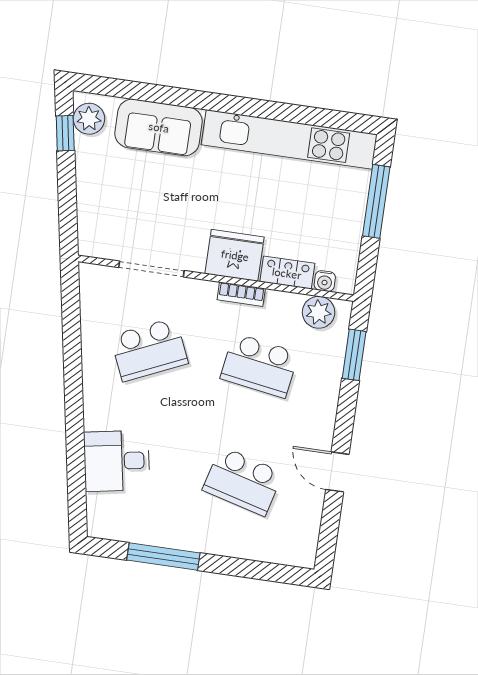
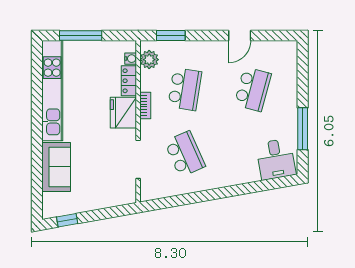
plant: (89, 119) -> (57, 208), removed
desk: (117, 461) -> (276, 159), moved

